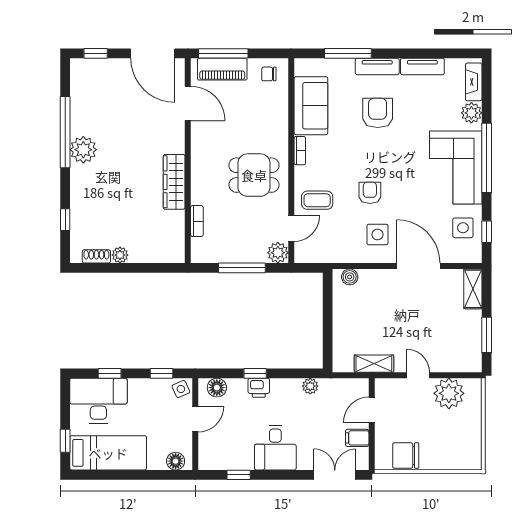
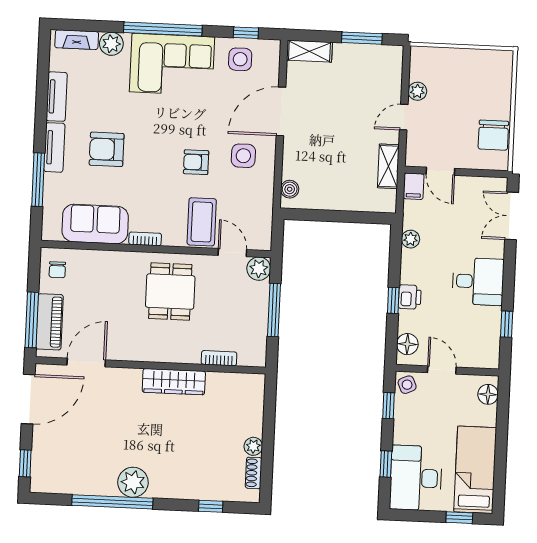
coffee table: (317, 200) -> (202, 222), width x1.36, depth x1.30
plant: (449, 393) -> (417, 91), width x0.53, depth x0.53
filing cabinet: (357, 438) -> (414, 186), moved

